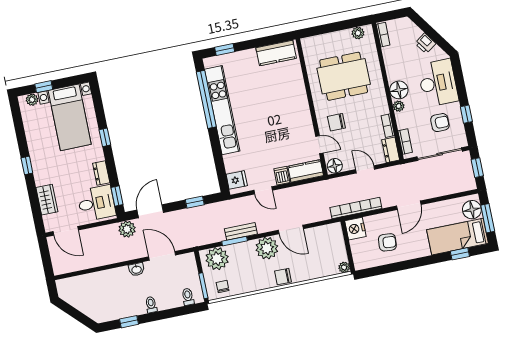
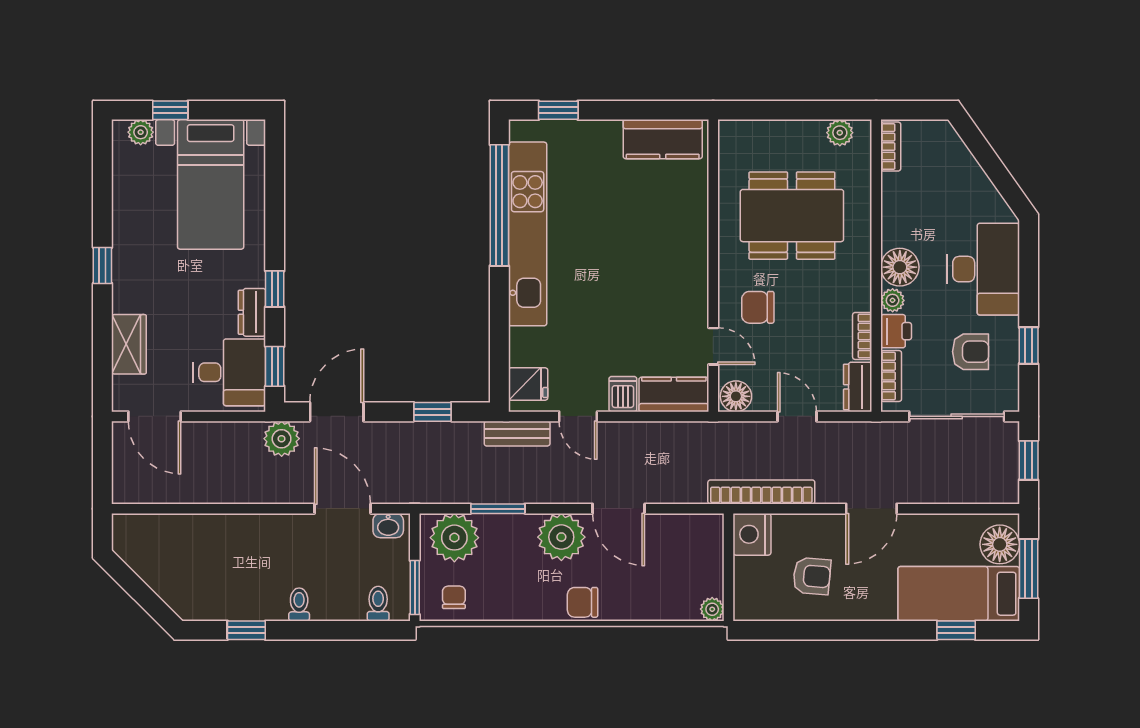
printer: (425, 43) -> (896, 331), moved, turned -145
window: (105, 137) -> (275, 289), moved
bench: (241, 231) -> (517, 434), moved
washbasin: (136, 269) -> (388, 526), moved

